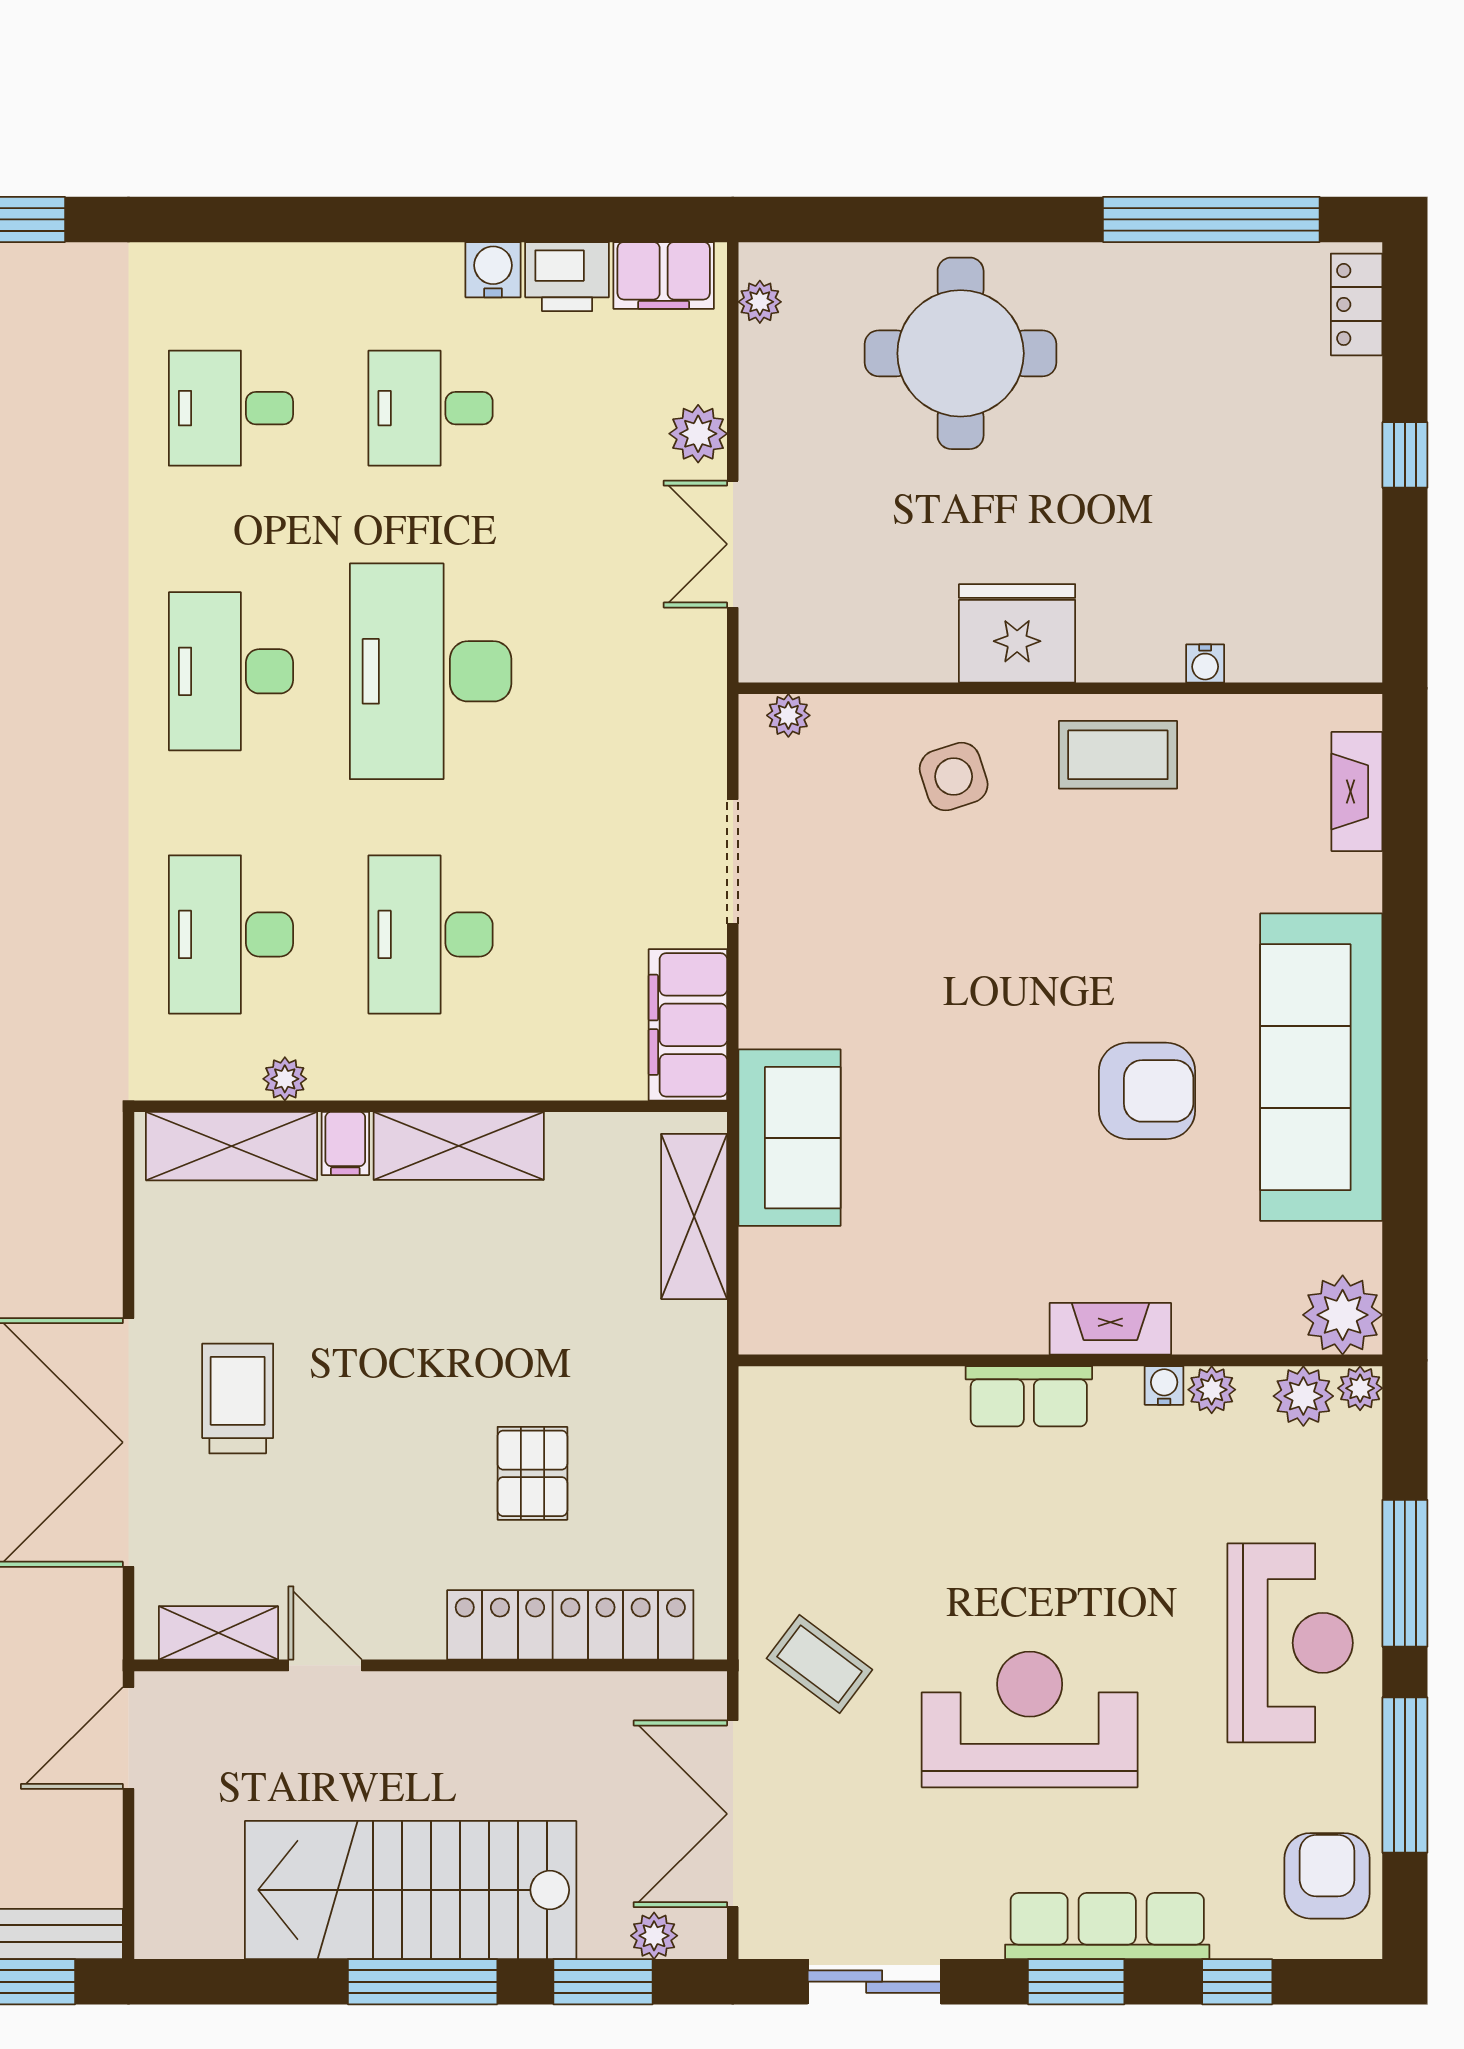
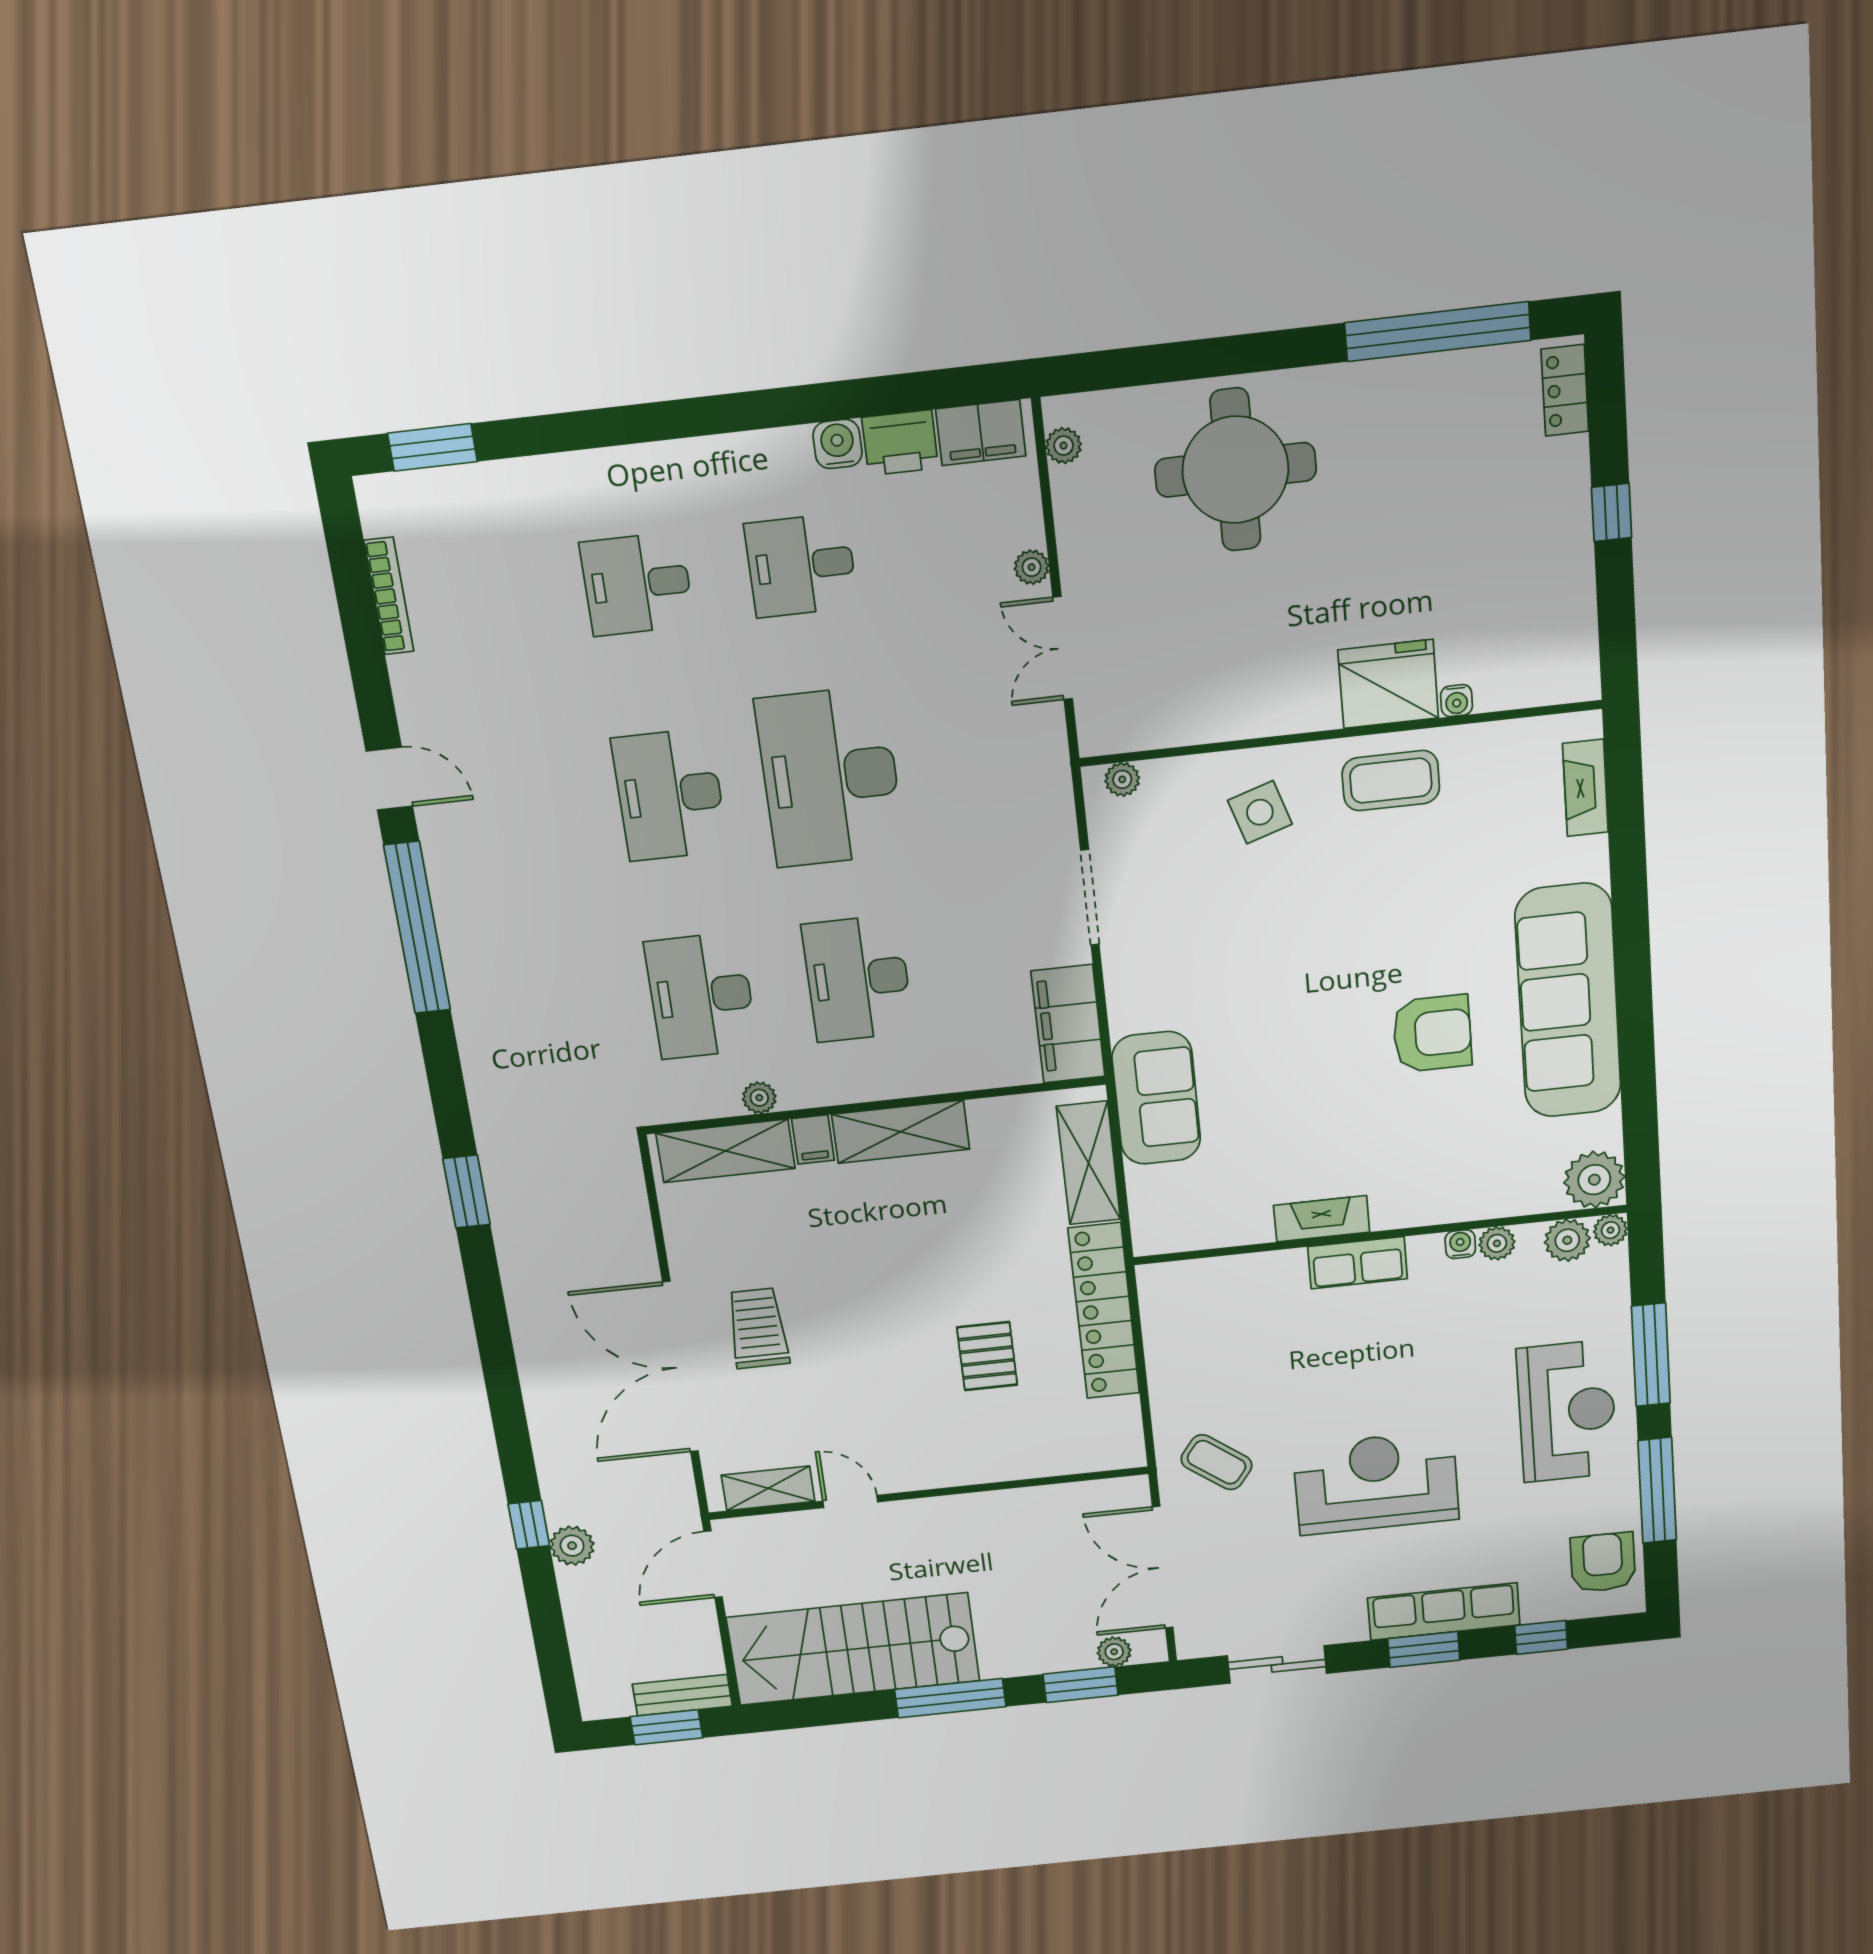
plant: (698, 434) -> (1032, 567), width x0.73, depth x0.73
fridge: (1017, 633) -> (1388, 684), moved
fireplace: (1110, 1329) -> (1322, 1219), moved
locker: (570, 1625) -> (1104, 1311), moved, turned -90
stairs: (411, 1890) -> (853, 1649), moved

